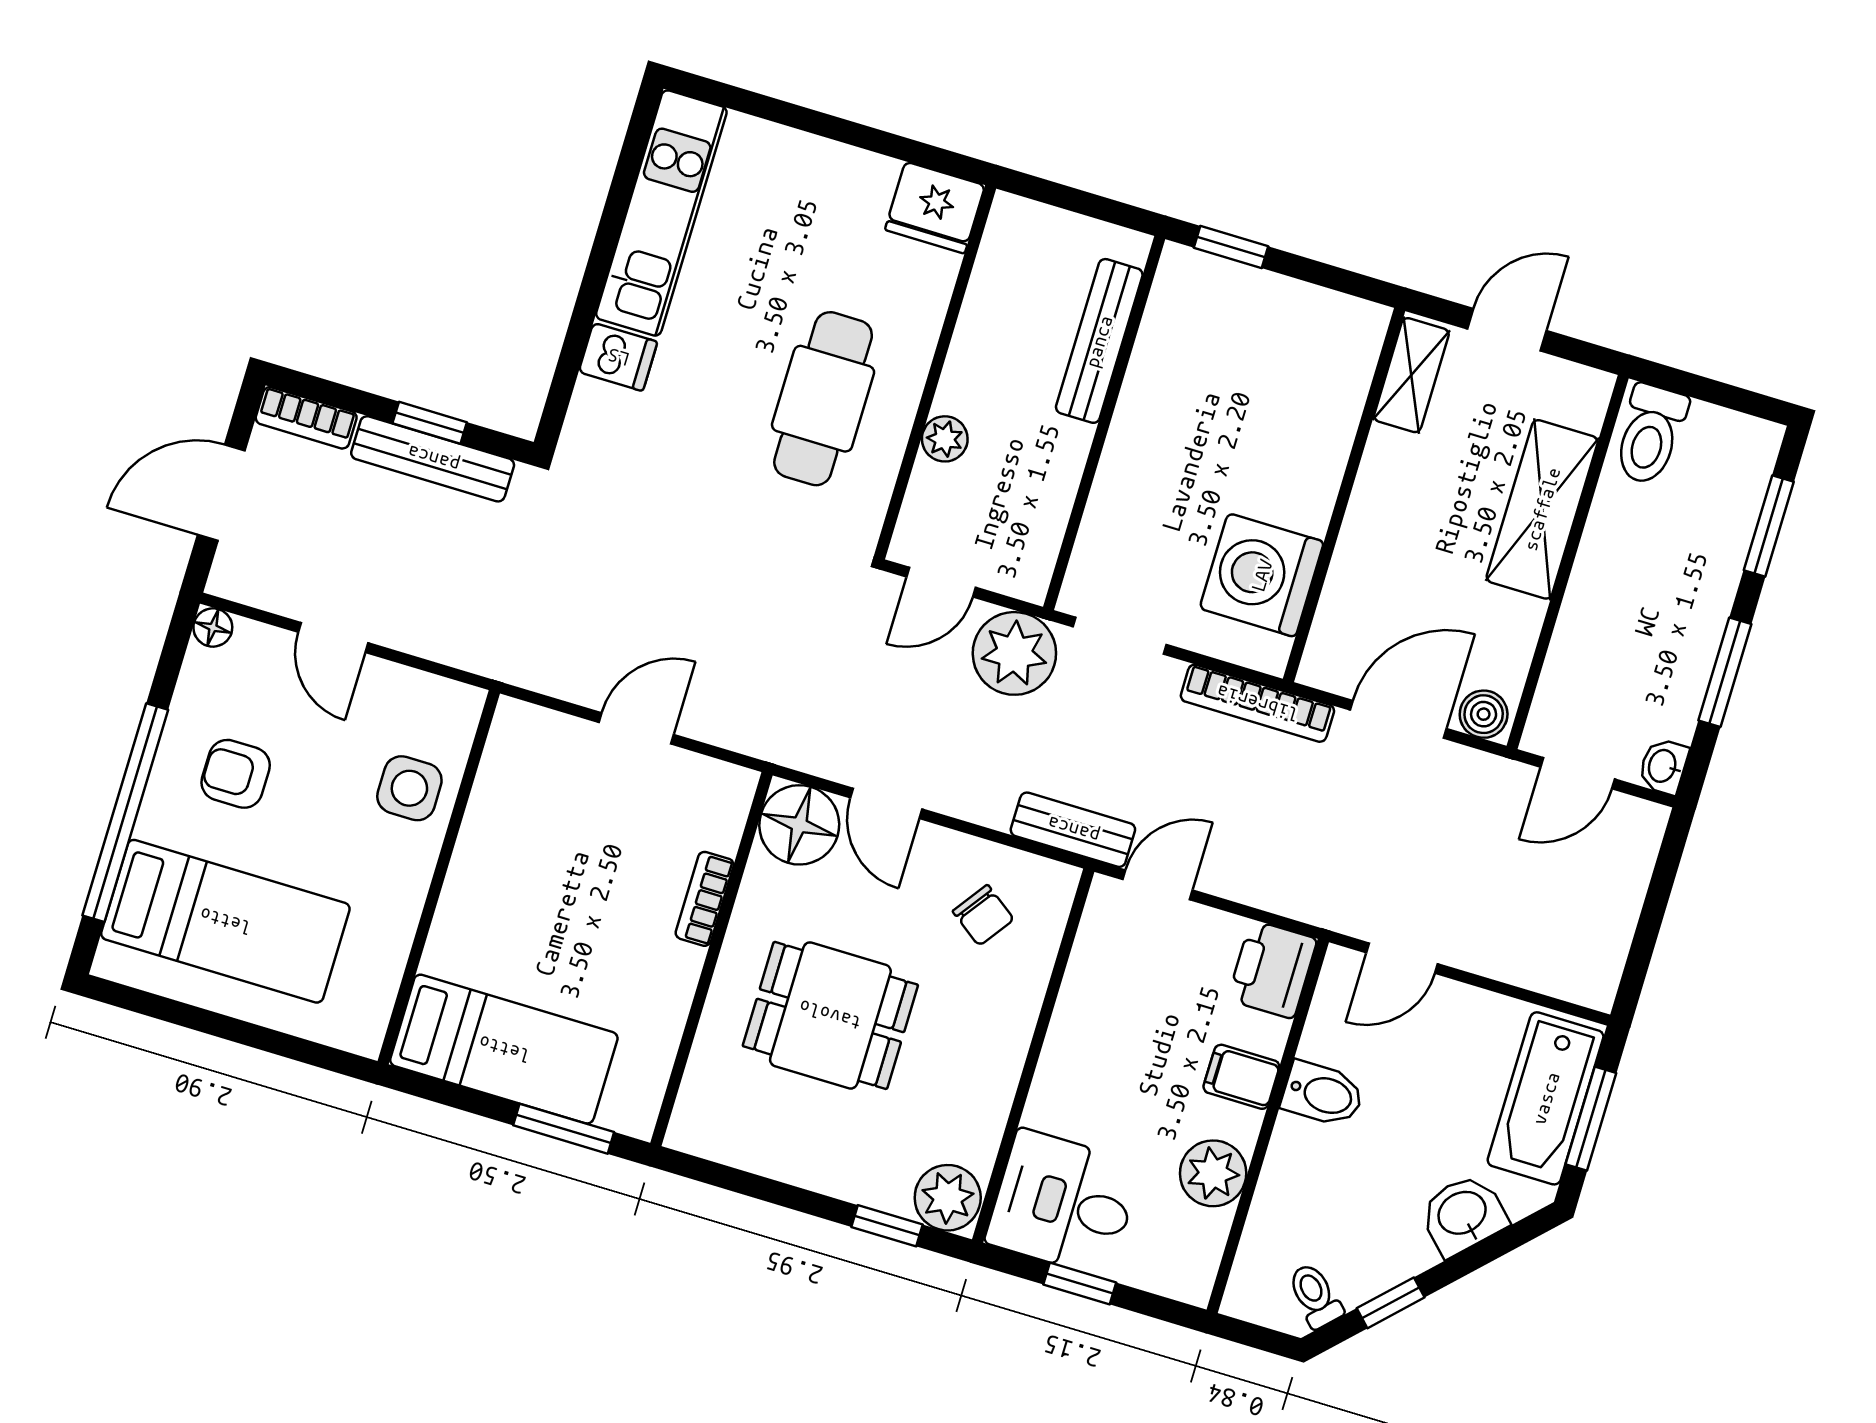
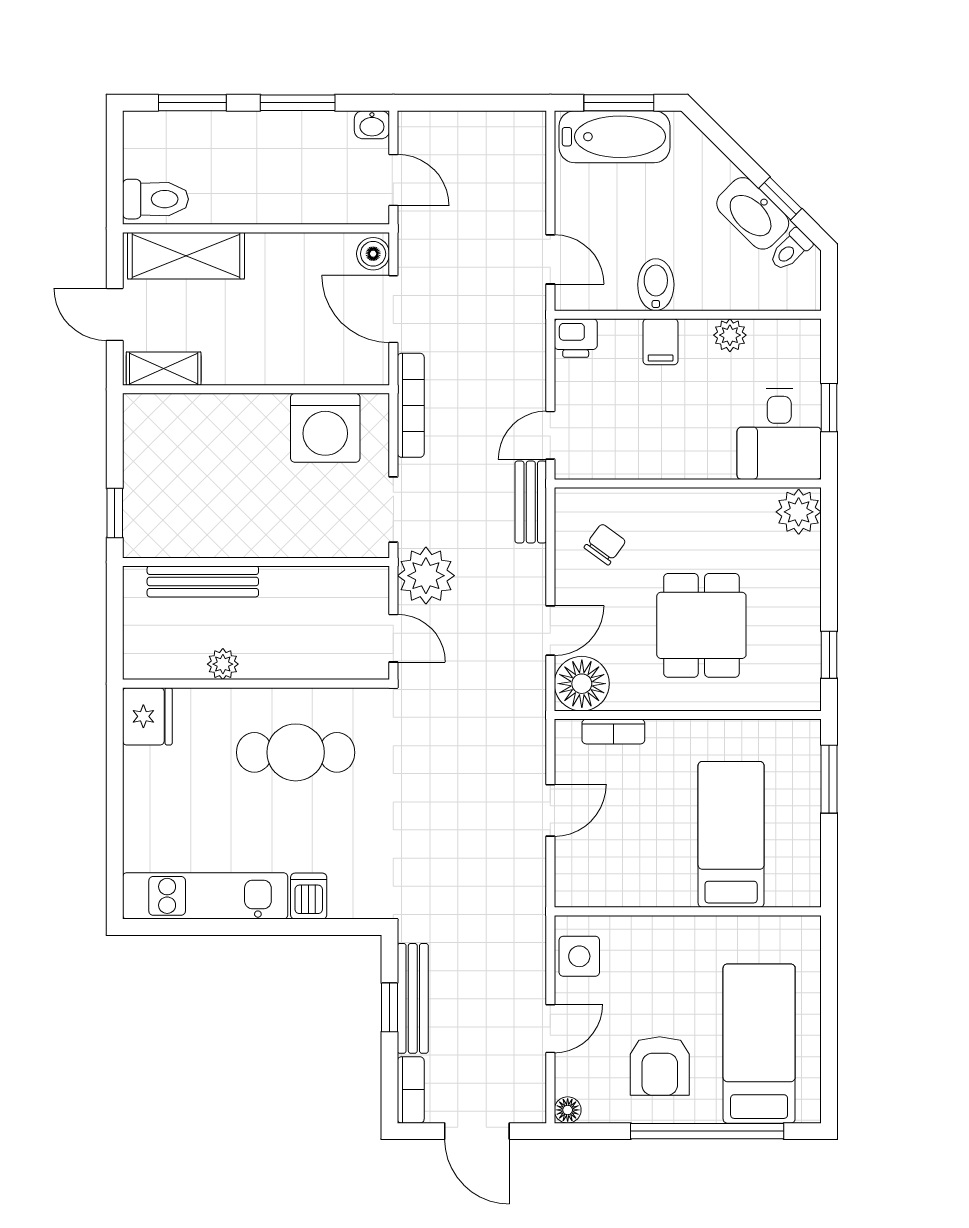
plant: (945, 439) -> (223, 664), moved
shelving: (1542, 509) -> (186, 256), moved
door: (636, 728) -> (550, 810), swing flipped
armchair: (236, 774) -> (660, 1066), width x1.38, depth x1.38
side table: (409, 788) -> (579, 956), moved
door: (1158, 885) -> (550, 435), hinge flipped
bookcase: (705, 899) -> (613, 732), moved
printer: (1272, 969) -> (576, 338), width x0.73, depth x0.81
bed: (504, 1049) -> (731, 834), moved
plant: (1213, 1173) -> (730, 335), width x0.73, depth x0.73
washbasin: (1463, 1214) -> (753, 213), moved, width x1.38
window: (887, 1226) -> (829, 655), moved

